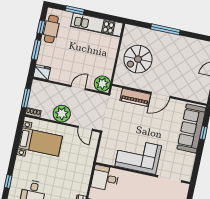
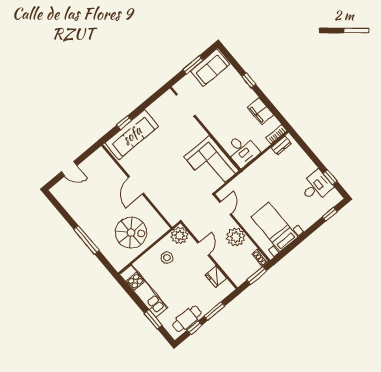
stool: (99, 61) -> (167, 258), added
fridge: (42, 72) -> (216, 277), moved
door: (78, 88) -> (204, 249), swing flipped
door: (161, 95) -> (136, 185), swing flipped
piano: (135, 97) -> (160, 201), removed
corner sofa: (138, 156) -> (211, 164), moved

